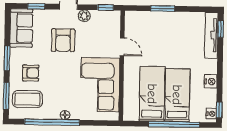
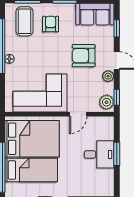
plant: (110, 18) -> (107, 102), added
desk: (163, 26) -> (99, 154), added
armchair: (31, 73) -> (51, 24), turned 180
bed: (152, 94) -> (32, 139), width x1.50

